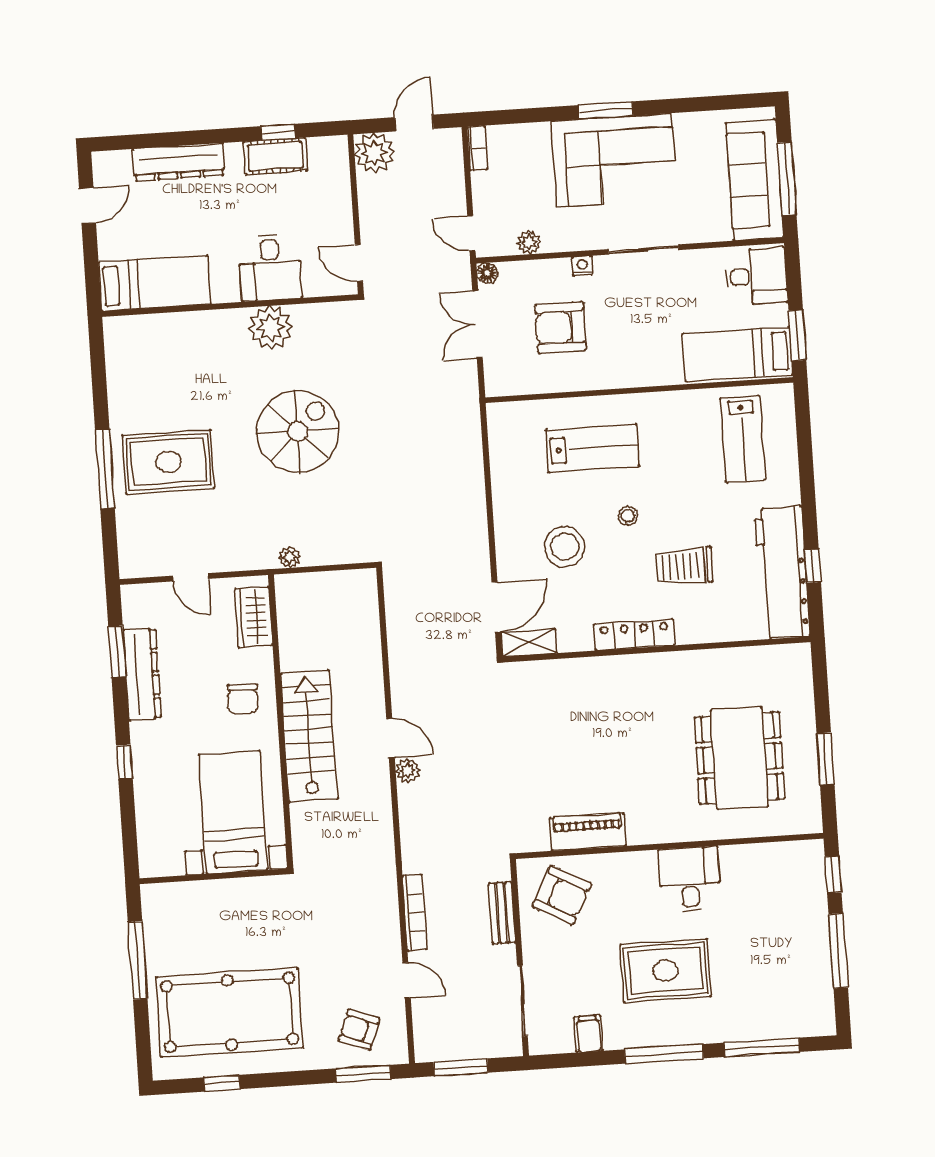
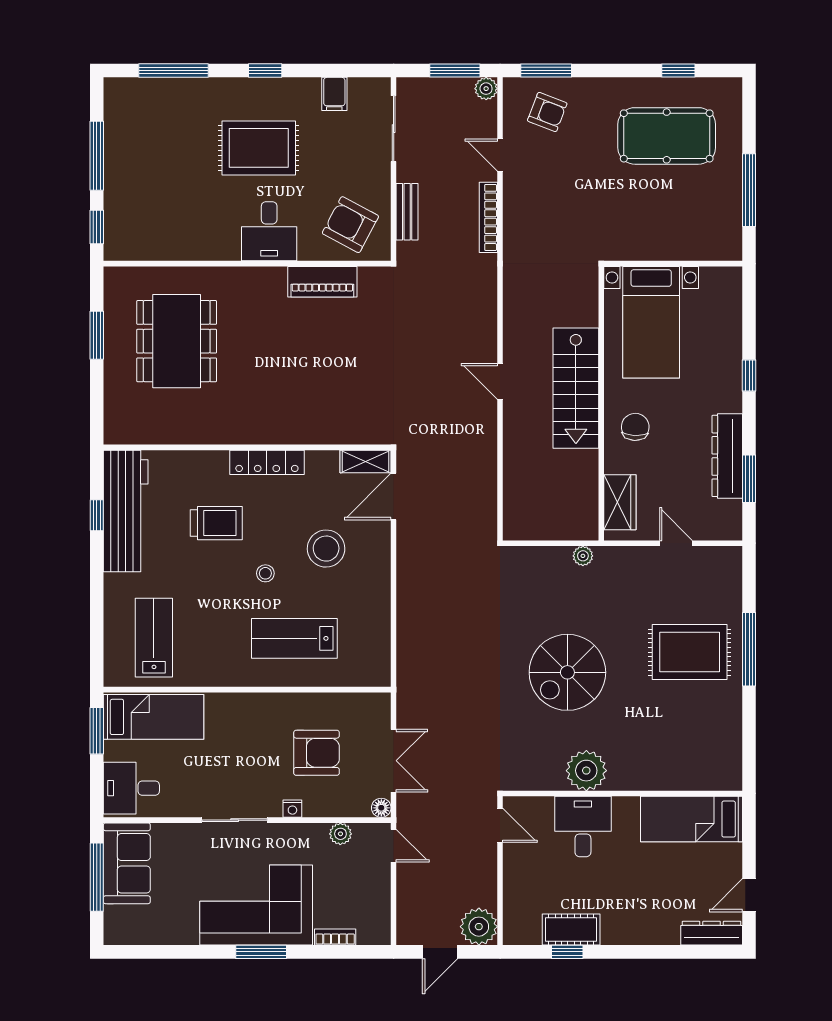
bookcase: (477, 148) -> (335, 937), moved, turned 90
dresser: (178, 162) -> (712, 933), moved, width x0.73, depth x0.80
sofa: (755, 180) -> (127, 863), width x0.73
plant: (408, 771) -> (486, 89), moved
desk: (690, 879) -> (269, 231), moved
pool table: (230, 1012) -> (667, 136), width x0.73, depth x0.76
window: (664, 1054) -> (265, 71), width x0.46

